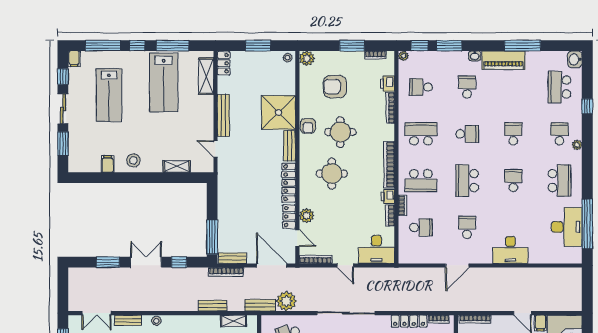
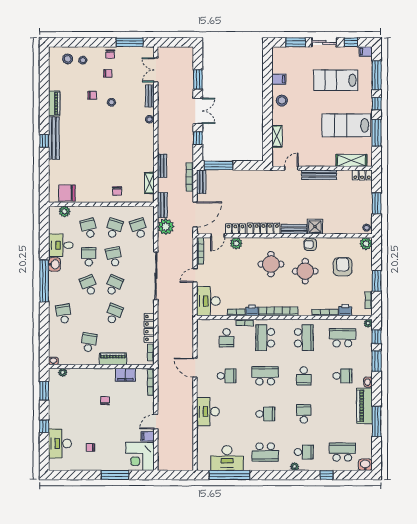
school desk: (421, 87) -> (342, 338), width x1.85
shower: (279, 112) -> (315, 227), width x0.54, depth x0.54
school desk: (513, 134) -> (304, 414), turned -90

